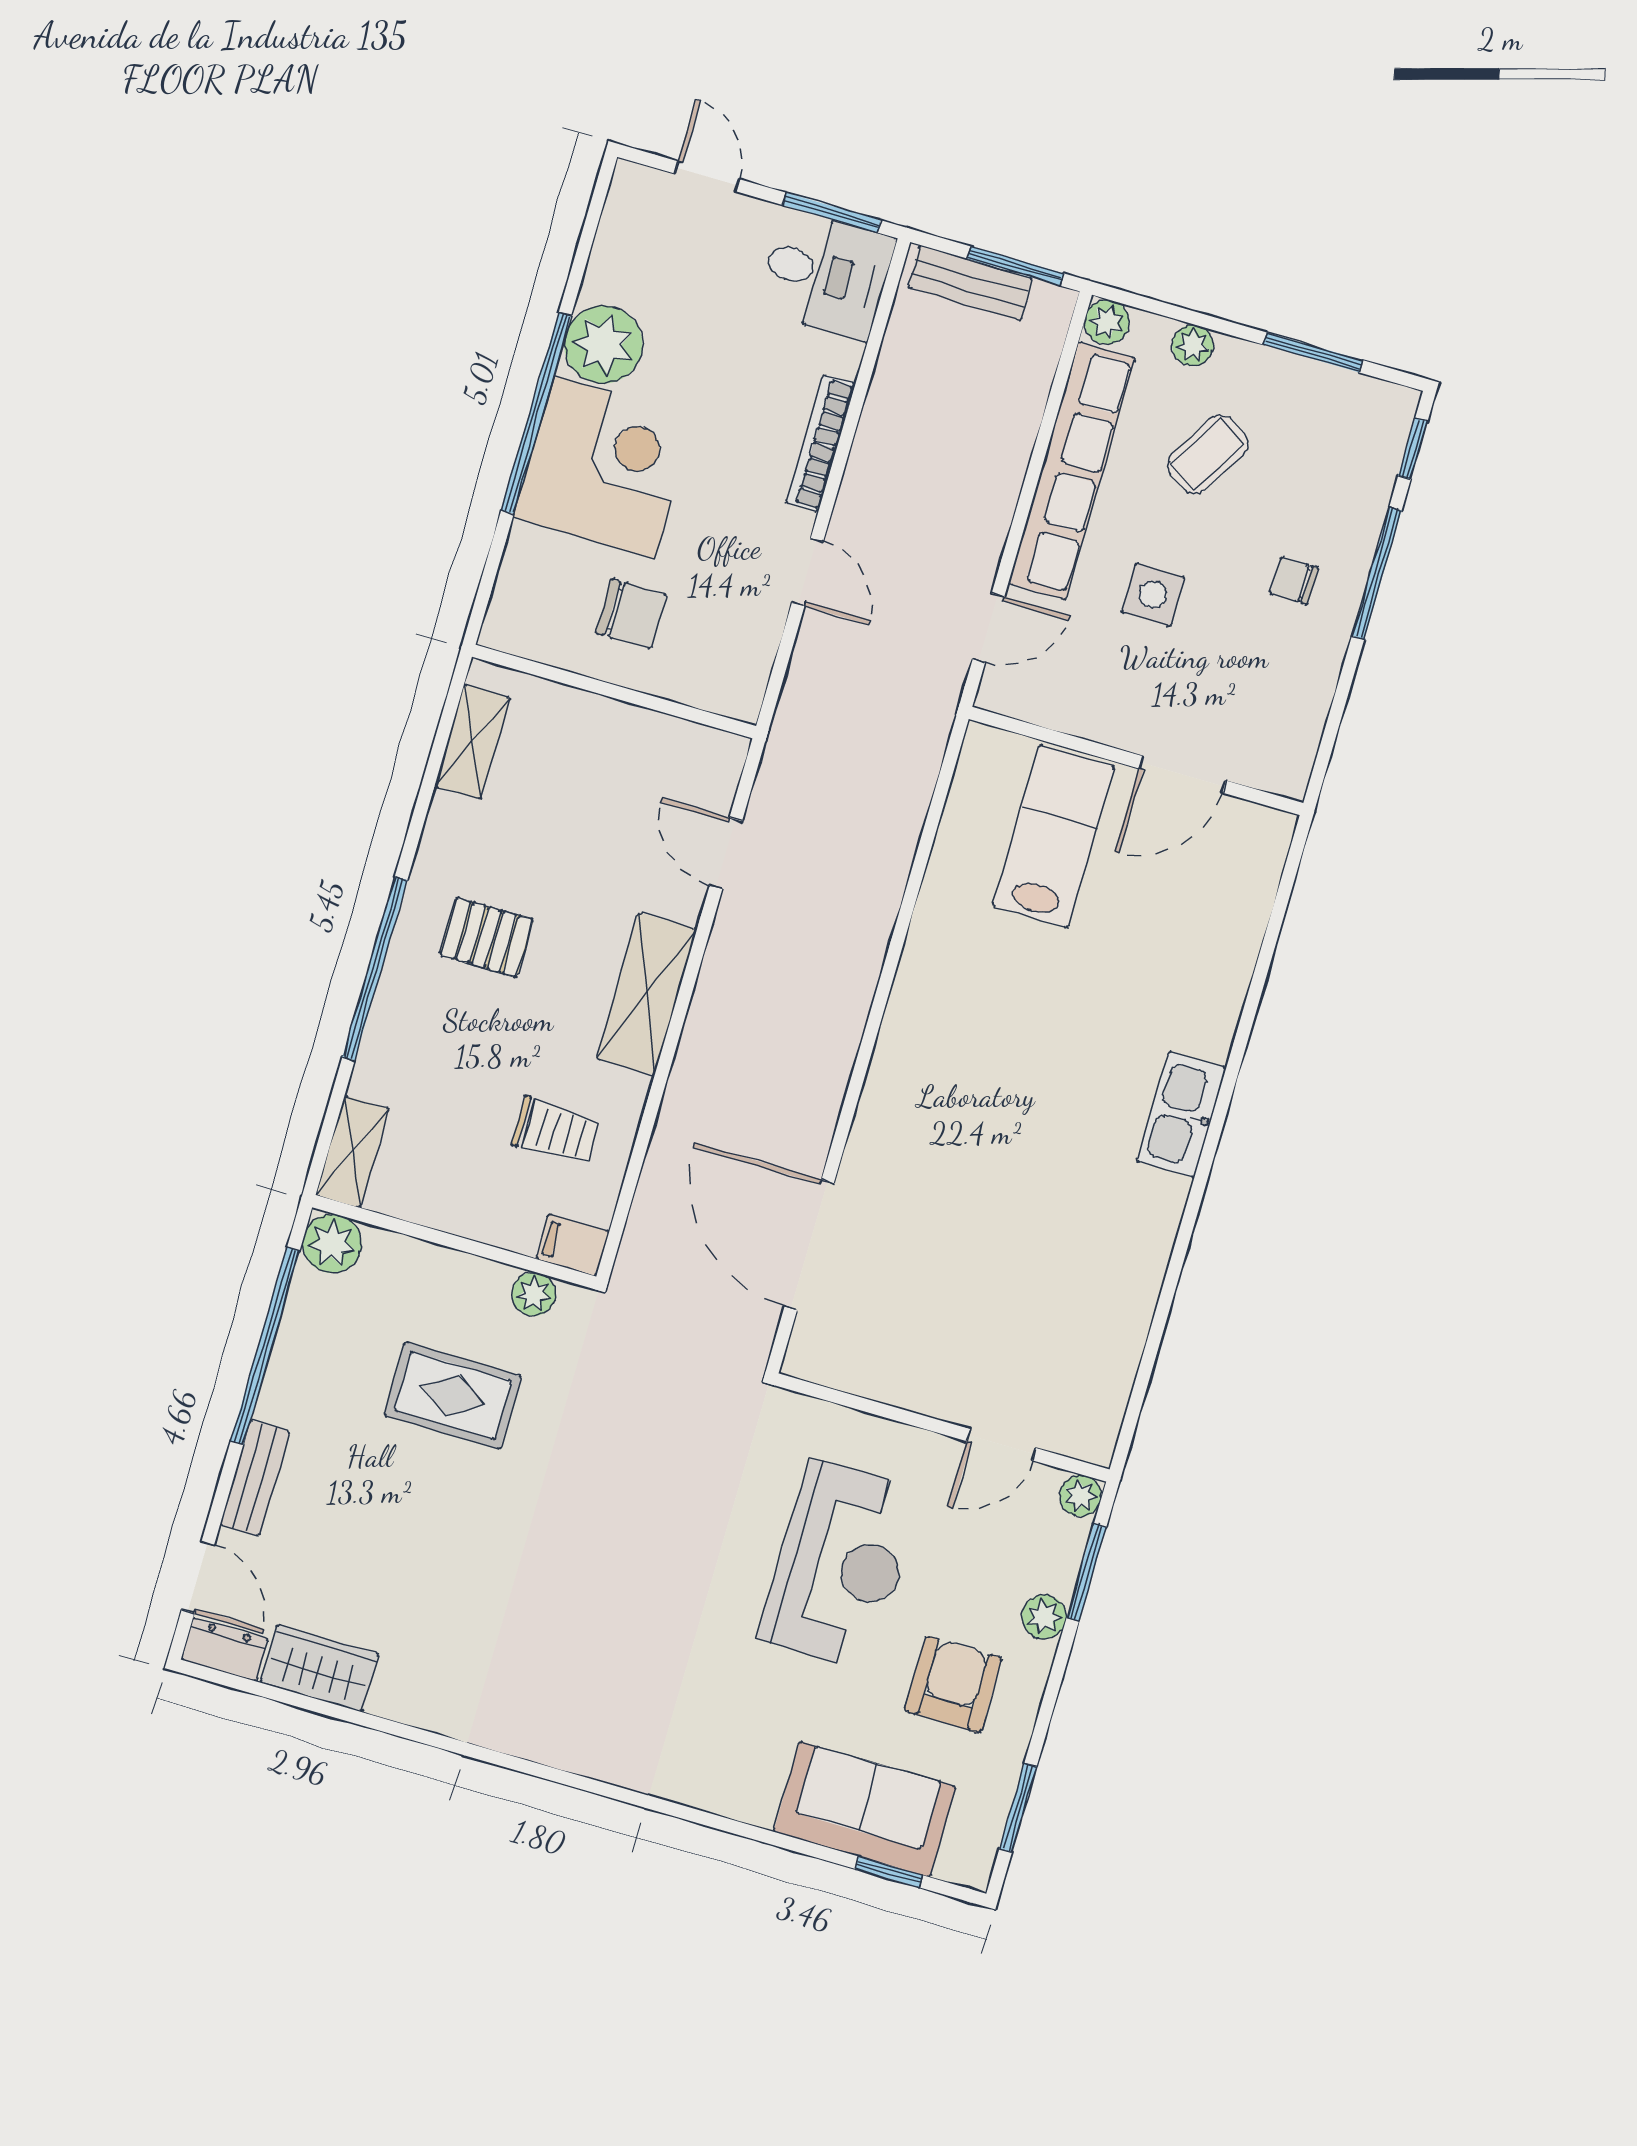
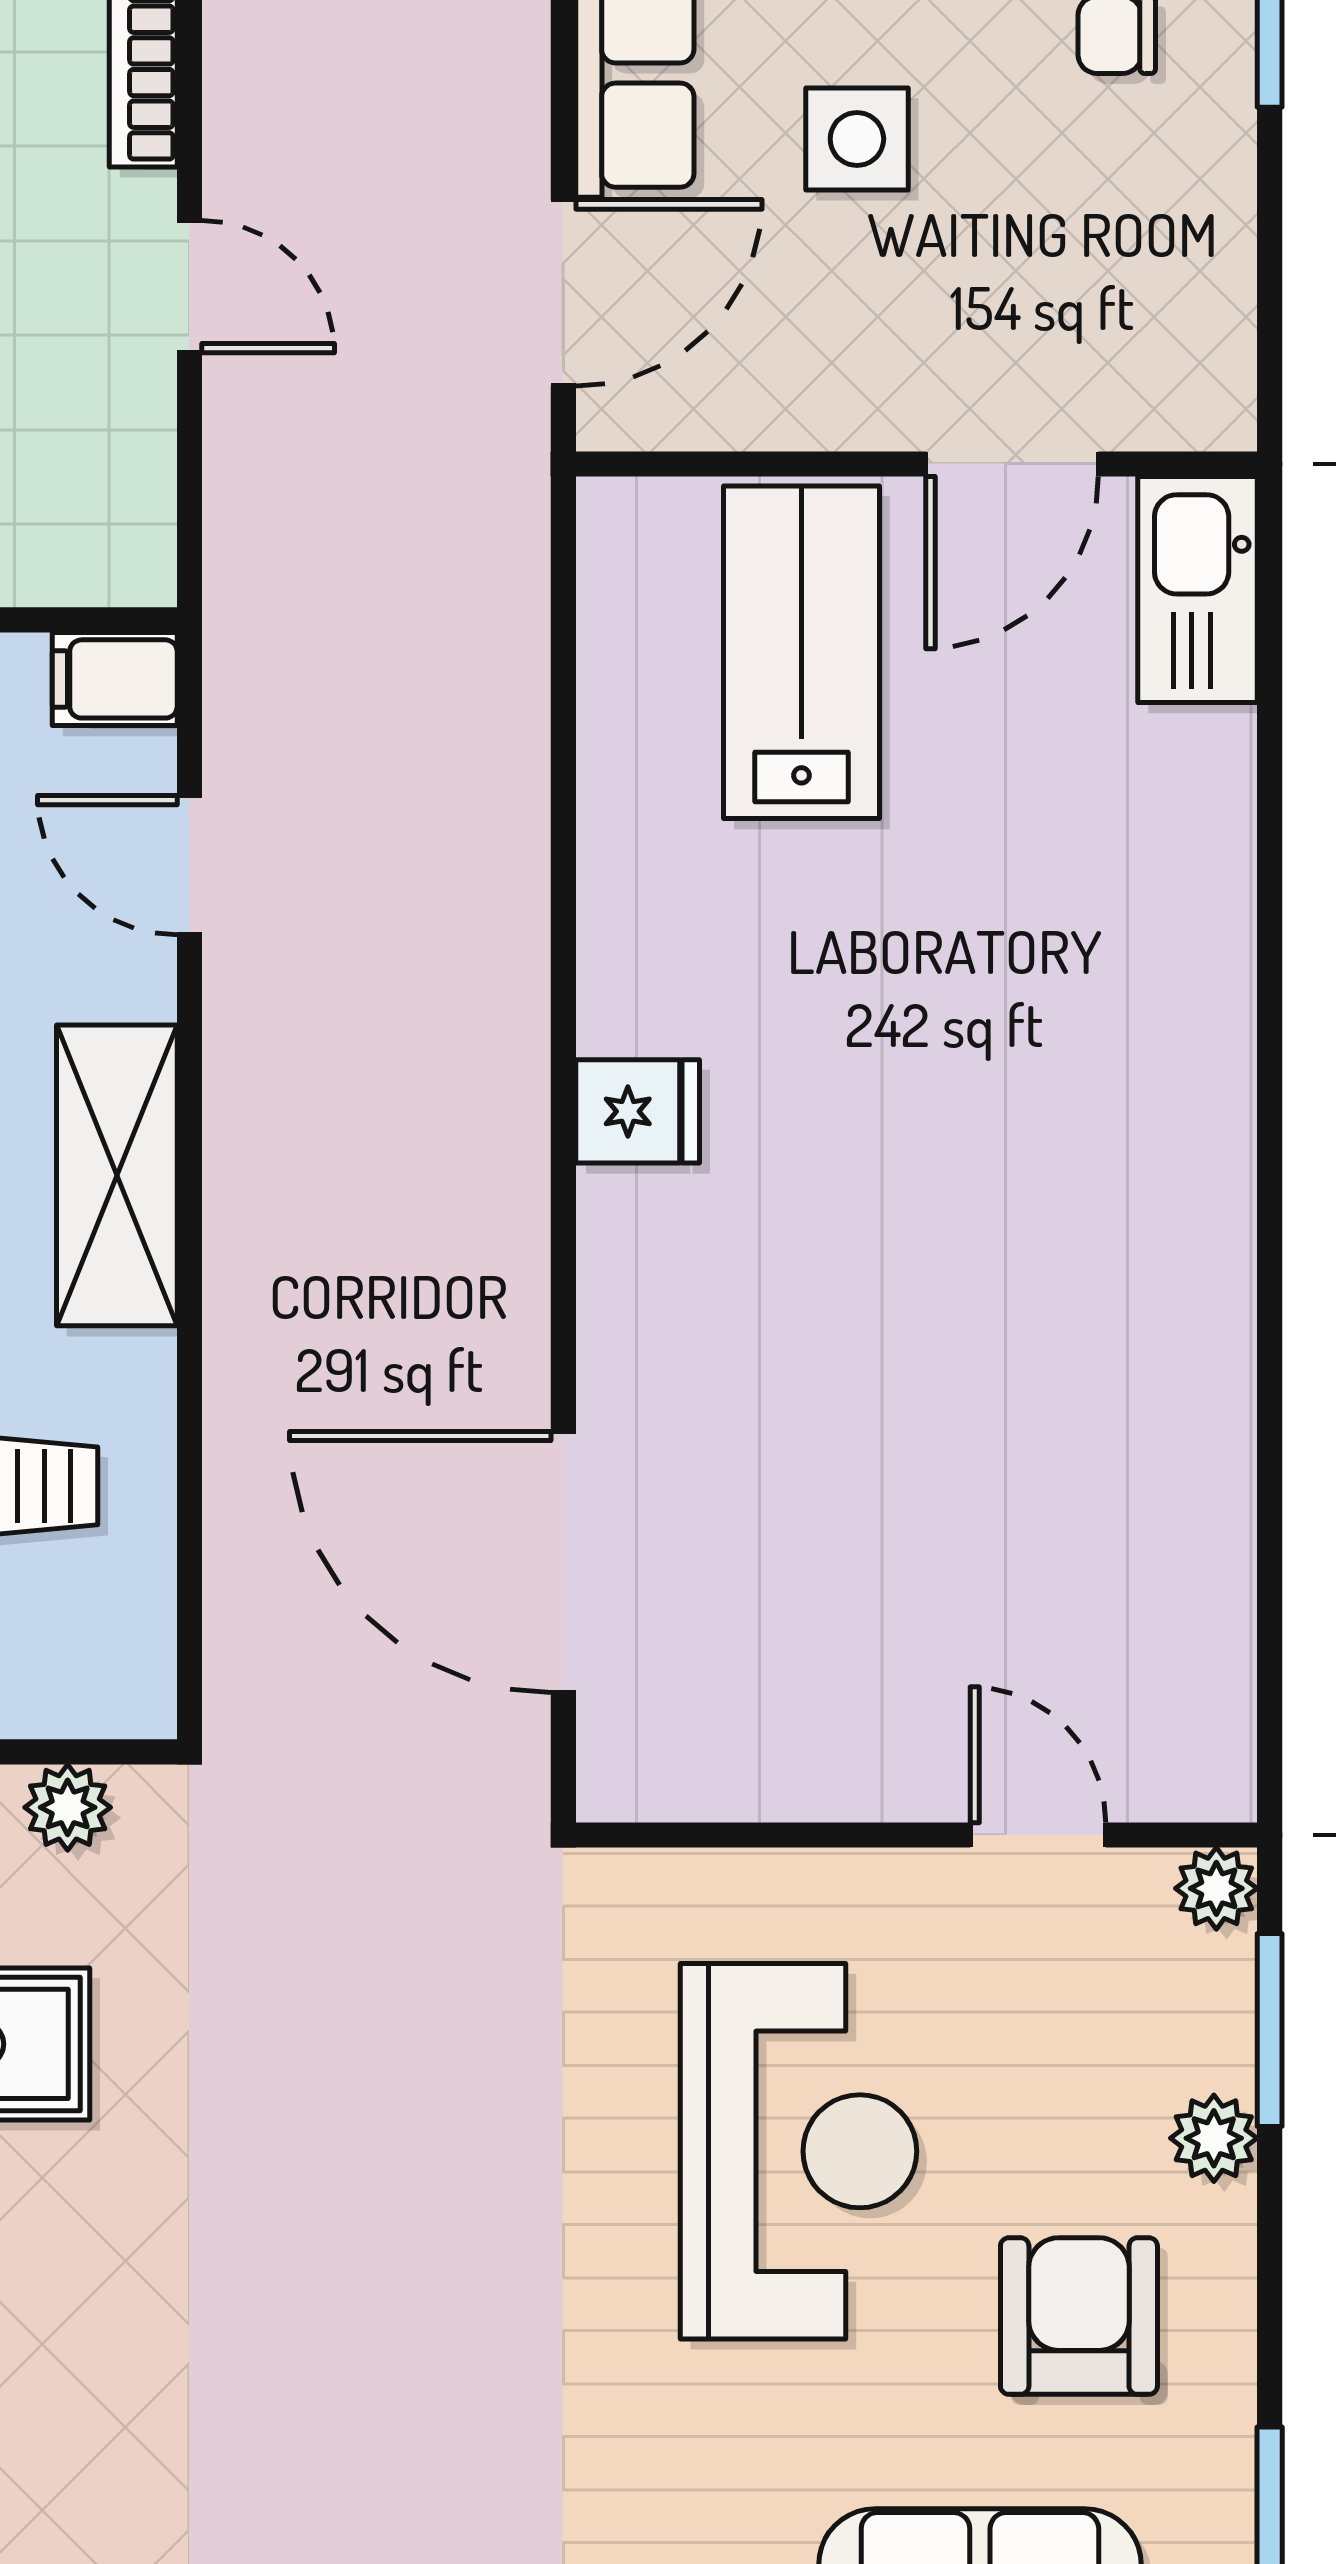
door: (988, 628) -> (563, 293), width x1.38
fridge: (909, 1036) -> (638, 1111), added
kitchen sink: (1181, 1115) -> (1198, 590), moved
filing cabinet: (573, 1245) -> (115, 679), moved
door: (1001, 1445) -> (1038, 1835), swing flipped

